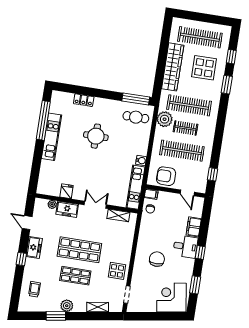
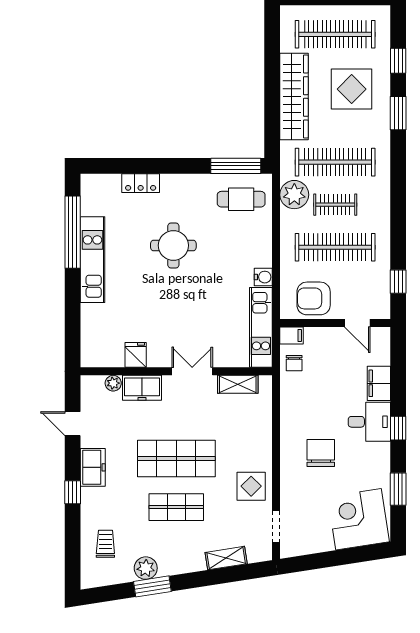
plant: (67, 306) -> (146, 568), moved

